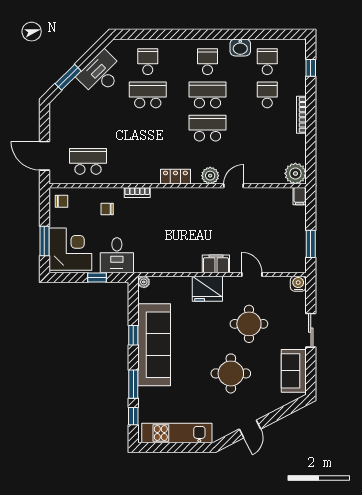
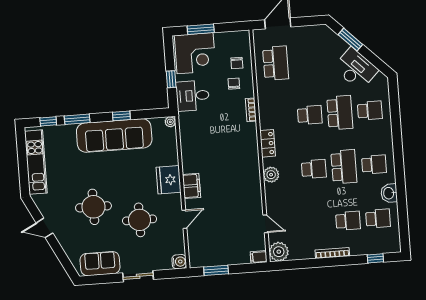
school desk: (148, 128) -> (310, 115), added
school desk: (207, 128) -> (314, 169), width x0.54
door: (234, 186) -> (266, 224), moved
chair: (62, 201) -> (237, 63), moved

